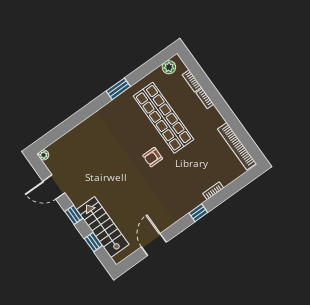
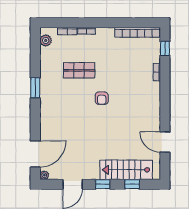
shop shelf: (163, 118) -> (79, 70), width x0.50, depth x0.74
door: (57, 133) -> (35, 154), added
window: (198, 213) -> (165, 48), moved

